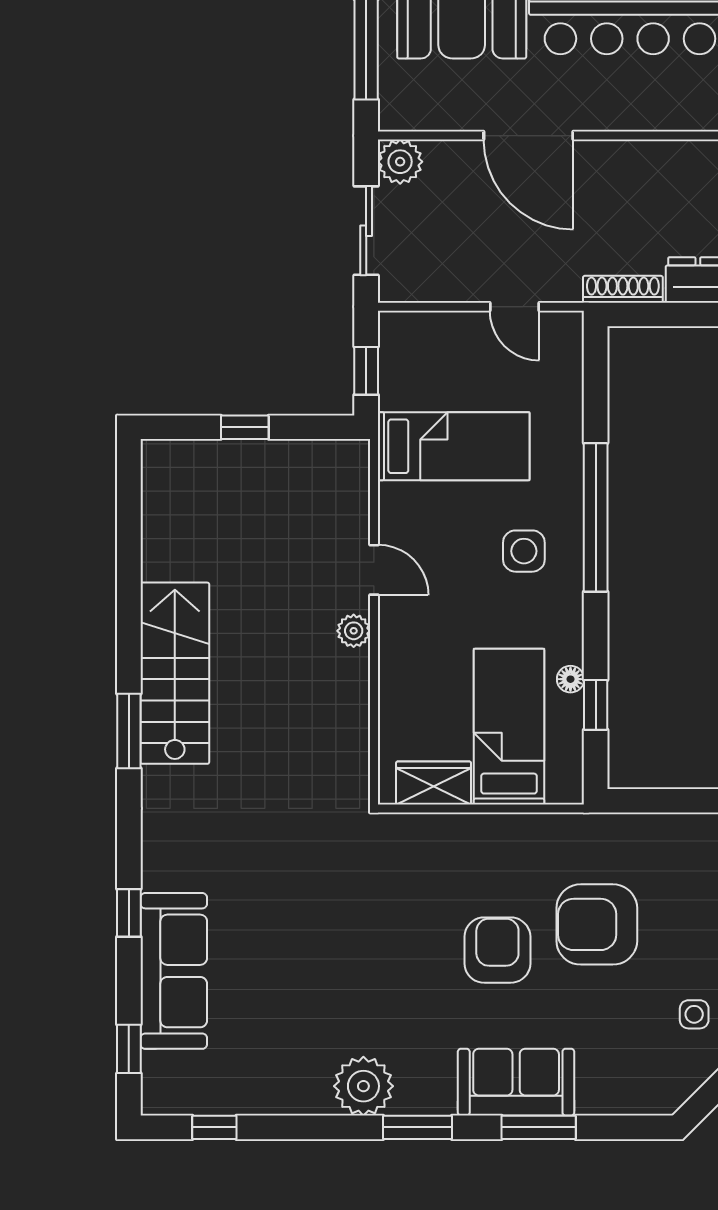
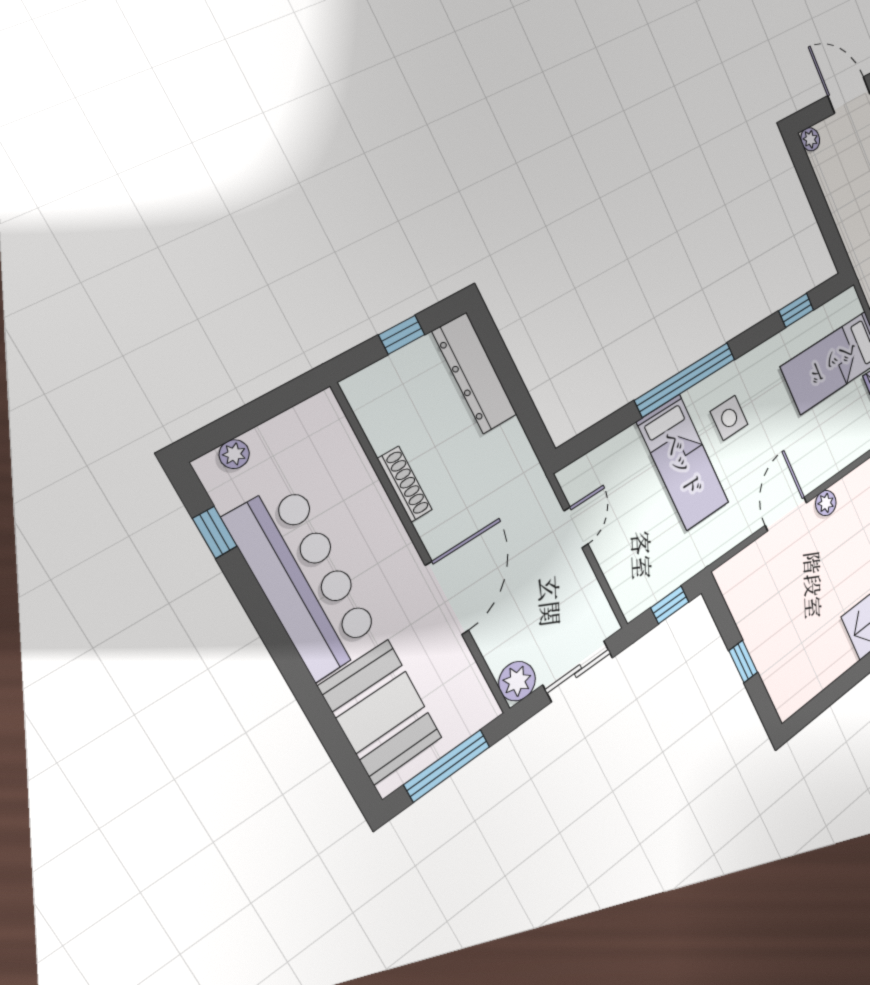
shoe rack: (623, 289) -> (405, 484), moved, turned 180
bed: (454, 446) -> (683, 463), moved, turned 180
door: (374, 570) -> (786, 514), width x1.38
floor lamp: (570, 679) -> (789, 337), removed

